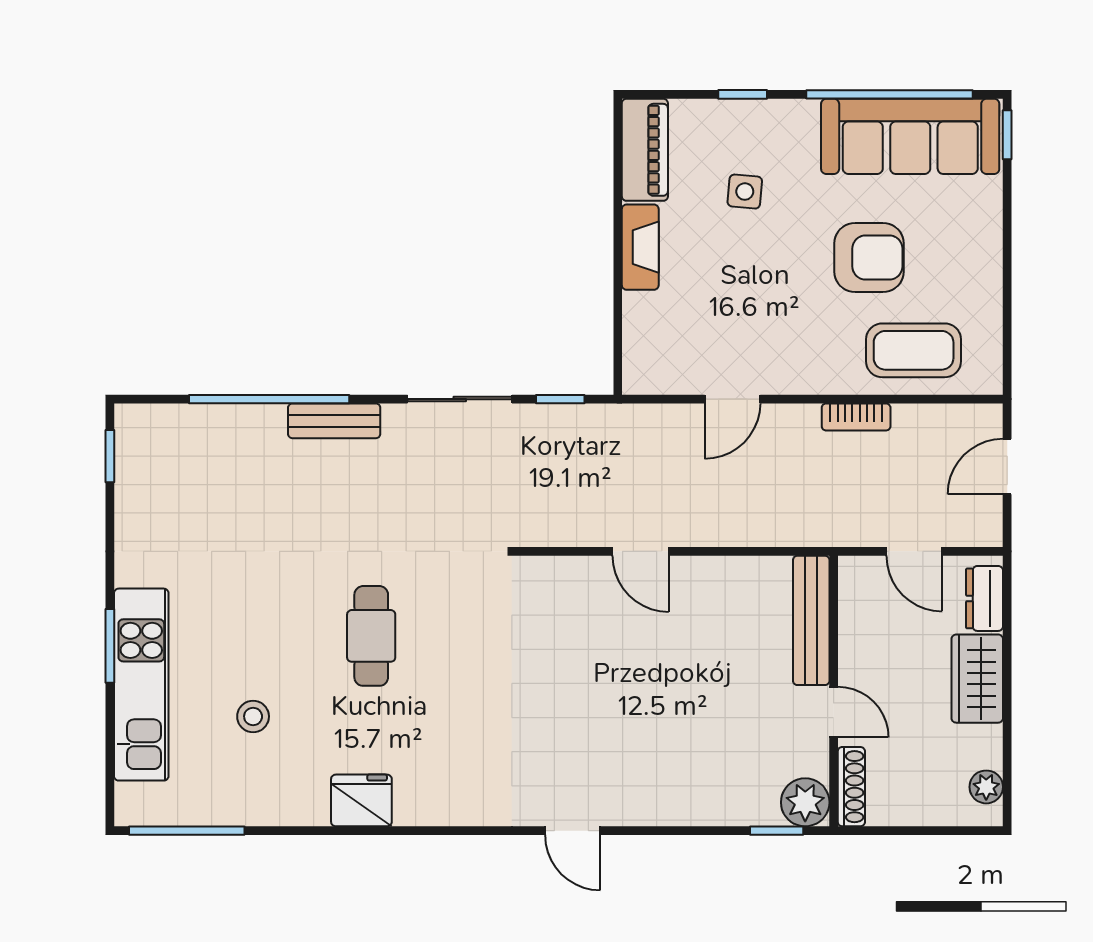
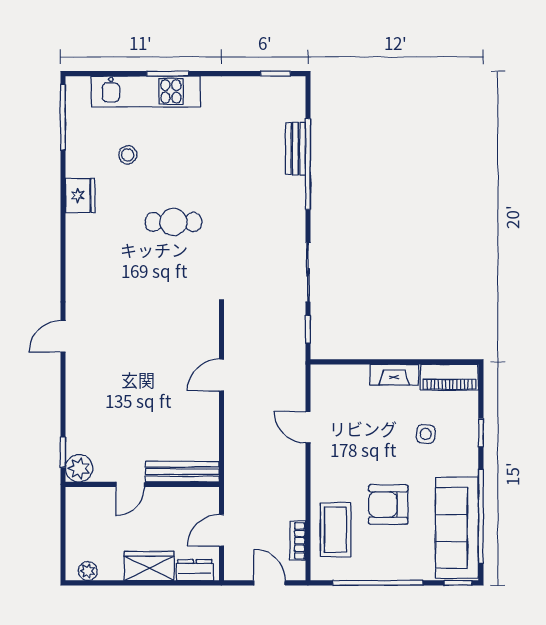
armchair: (869, 258) -> (388, 505), turned 90
window: (1007, 276) -> (378, 583), added
bookcase: (856, 417) -> (298, 541), moved
bench: (334, 421) -> (296, 149), moved
shoe rack: (851, 787) -> (88, 494), removed
fridge: (361, 800) -> (80, 195), moved

